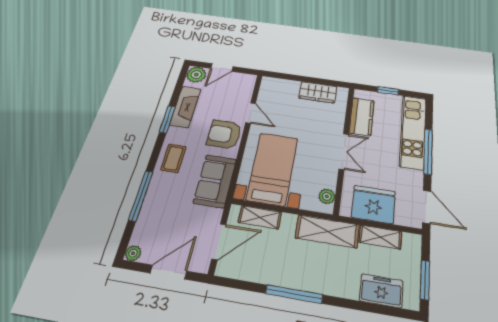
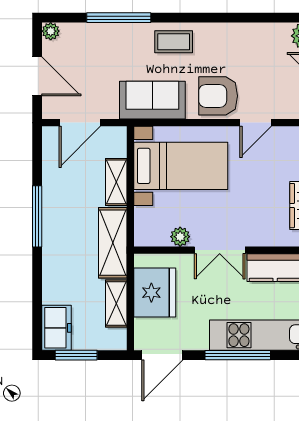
fireplace: (185, 107) -> (250, 35), removed
window: (167, 119) -> (227, 18), removed
armchair: (224, 134) -> (218, 96), turned -90
plant: (327, 196) -> (180, 237), moved
shelving: (260, 217) -> (116, 182), moved
door: (219, 242) -> (80, 123), hinge flipped
freezer: (381, 291) -> (57, 328), moved

